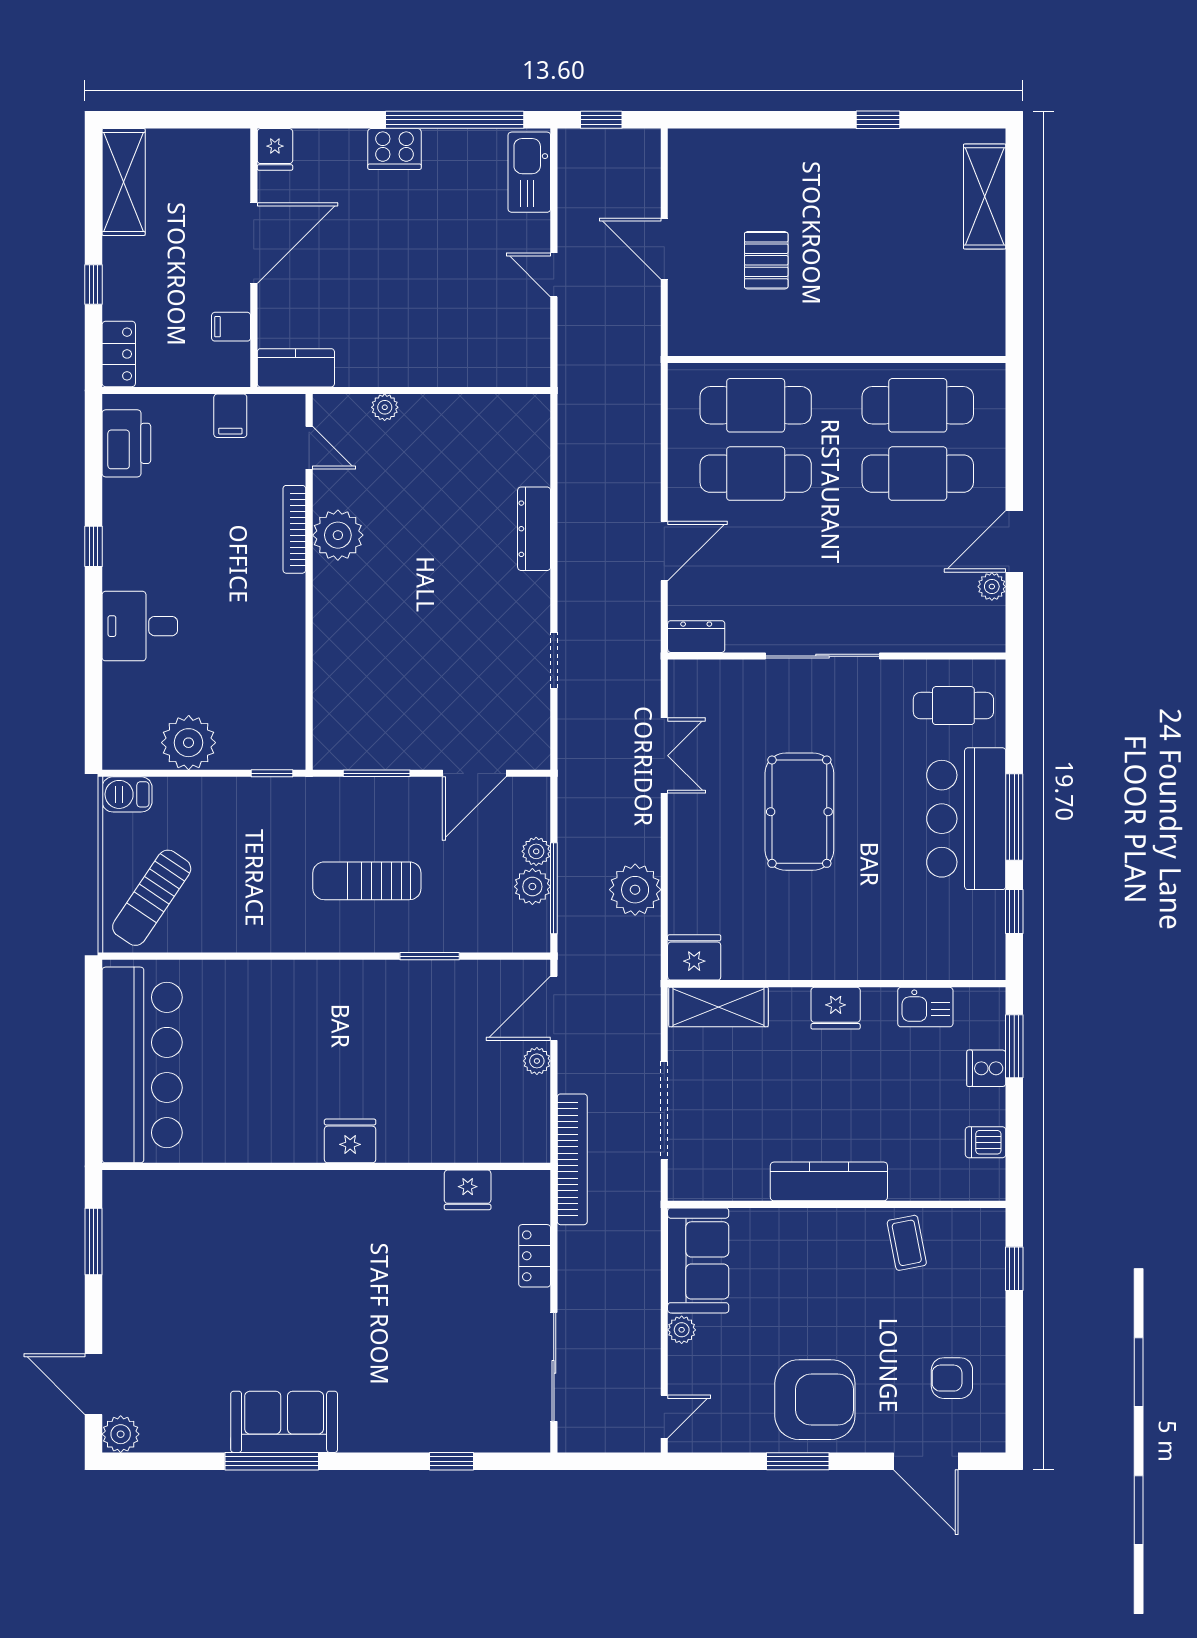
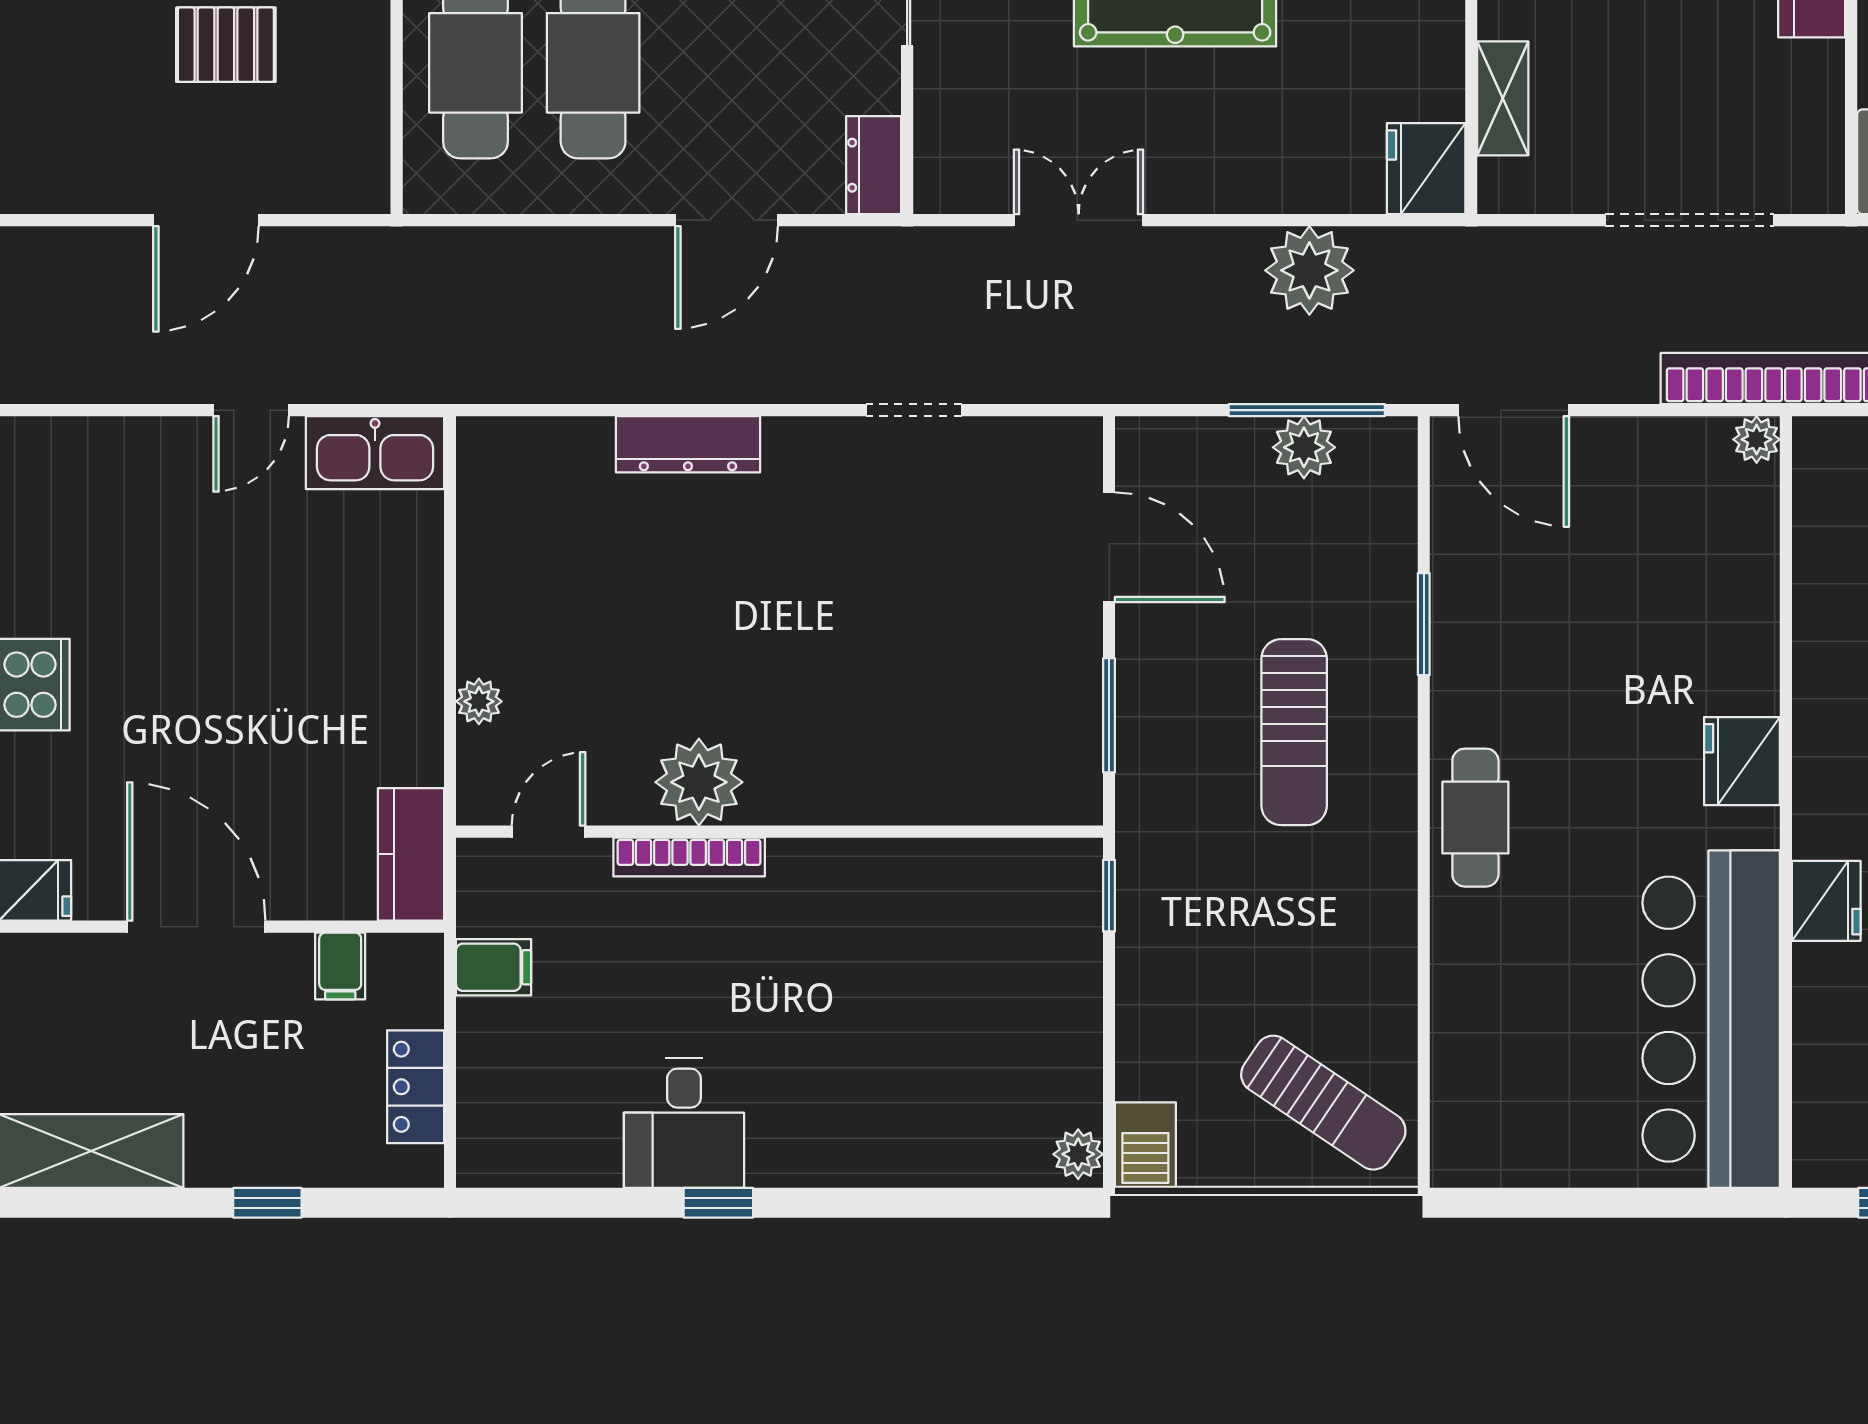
kitchen sink: (529, 172) -> (375, 453), moved
locker: (119, 354) -> (416, 1087), moved, turned -90
printer: (126, 443) -> (541, 1146), removed
door: (664, 551) -> (727, 220), swing flipped
desk: (140, 626) -> (684, 1123), moved
plant: (189, 743) -> (1078, 1154), moved, width x0.53, depth x0.53
plant: (536, 851) -> (1243, 441), removed
cafe table: (317, 986) -> (1475, 818), added
shelving: (718, 1007) -> (1503, 98), width x0.67, depth x0.75
plant: (537, 1061) -> (1757, 439), moved
bar counter: (142, 1065) -> (1711, 1019), moved, turned -90
fridge: (468, 1190) -> (1826, 901), moved

